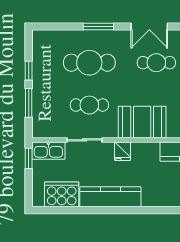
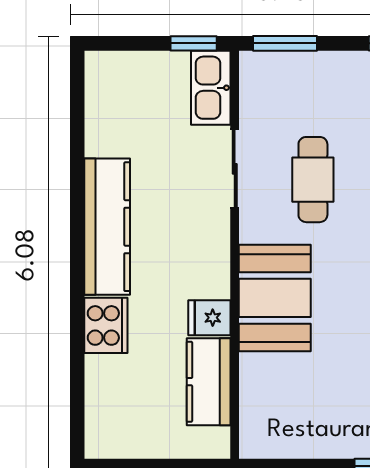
window: (29, 103) -> (285, 43), moved
fridge: (123, 151) -> (209, 318), moved
cooker: (62, 194) -> (106, 325), moved, width x0.73, depth x0.76

